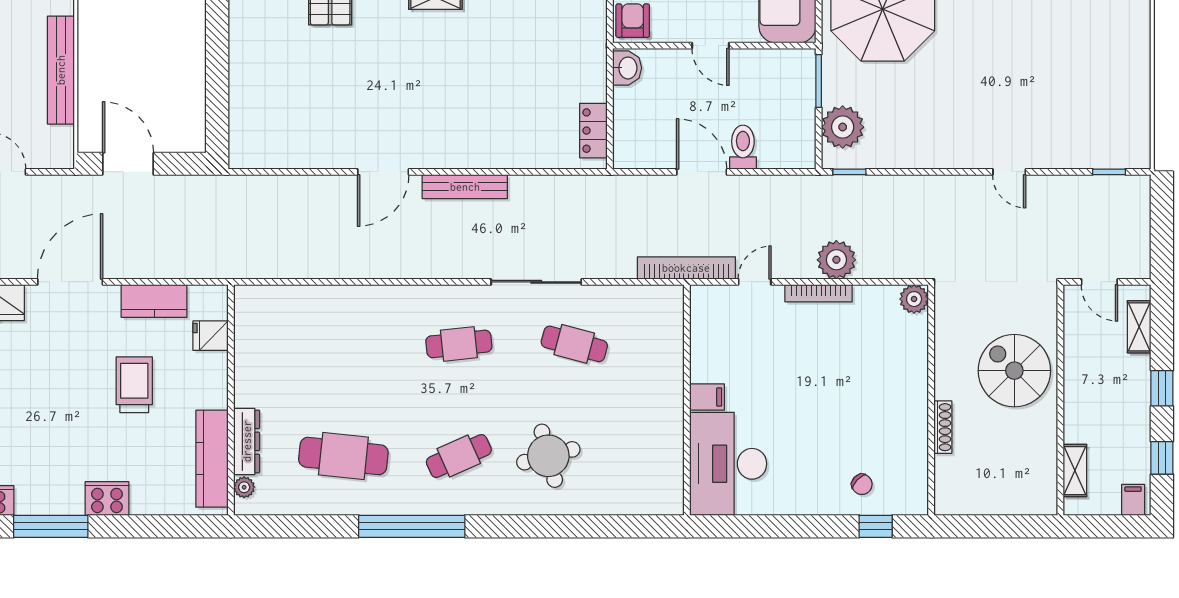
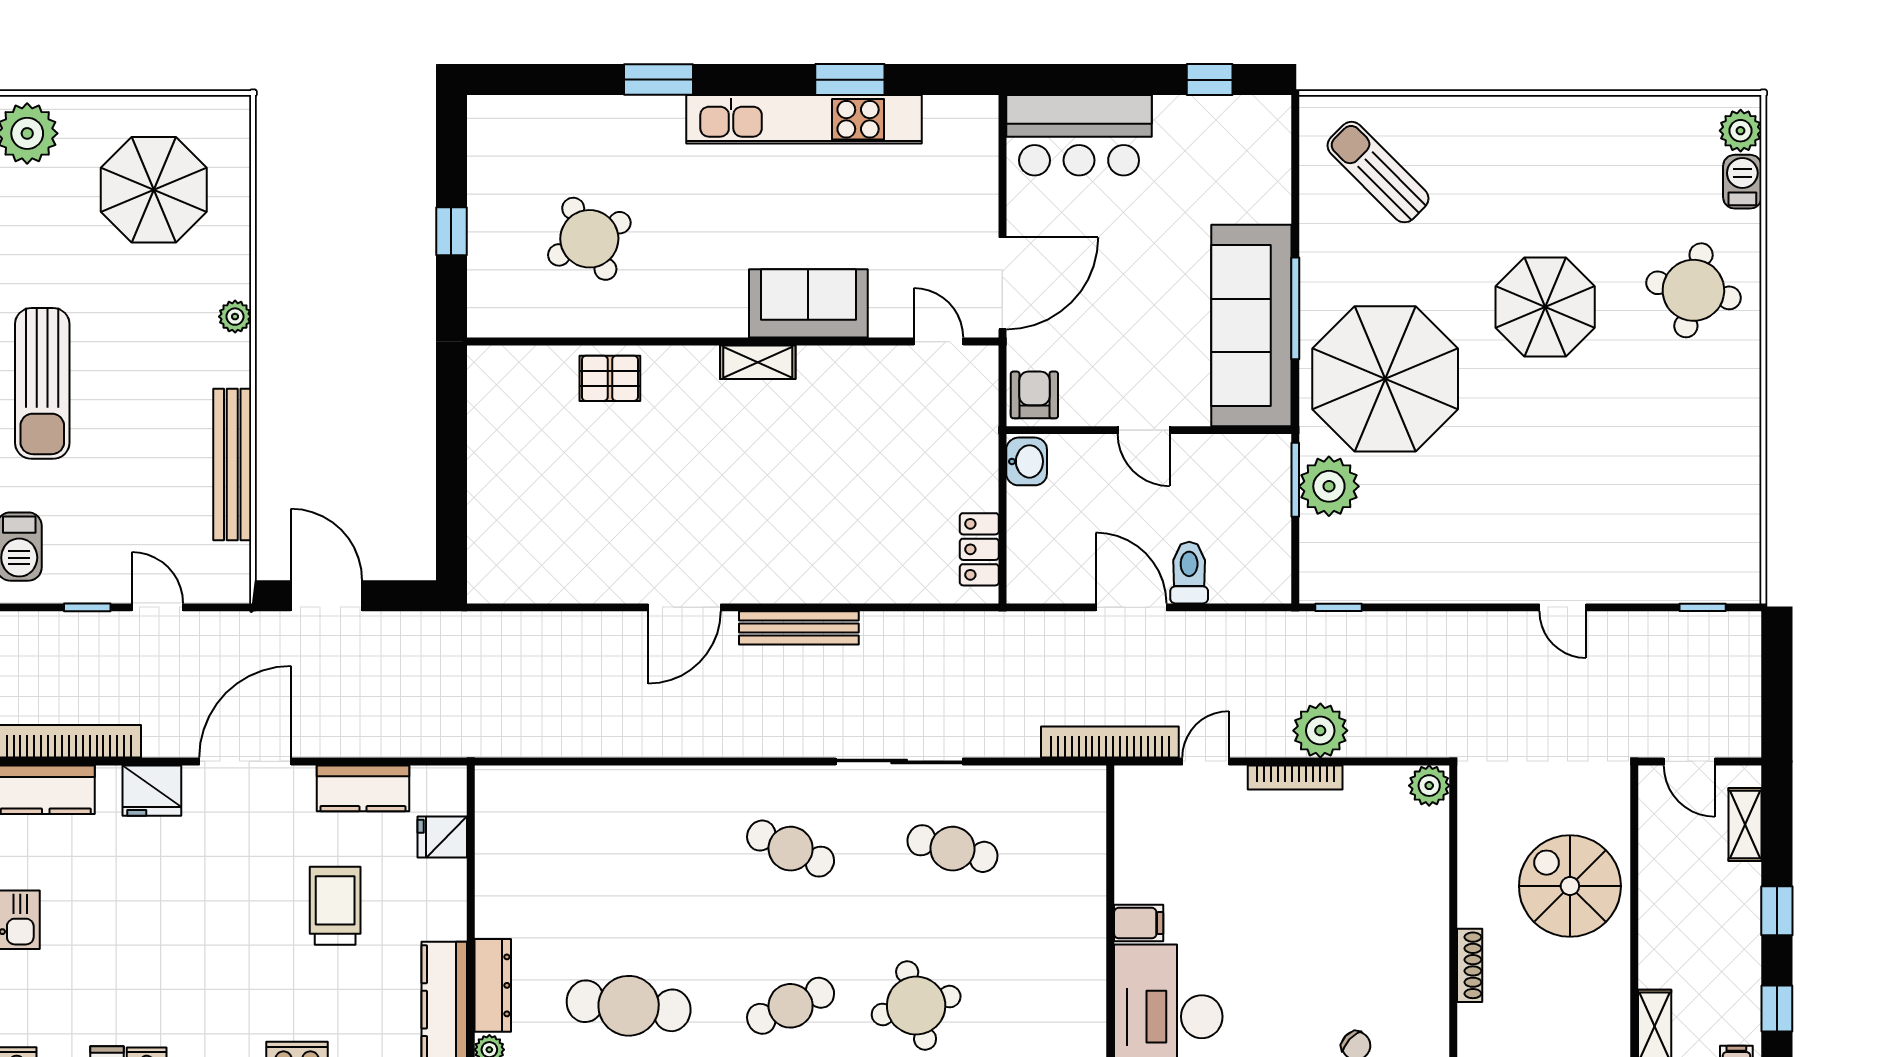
plant: (843, 127) -> (1329, 486), moved
cafe table: (459, 344) -> (791, 849), turned 30

